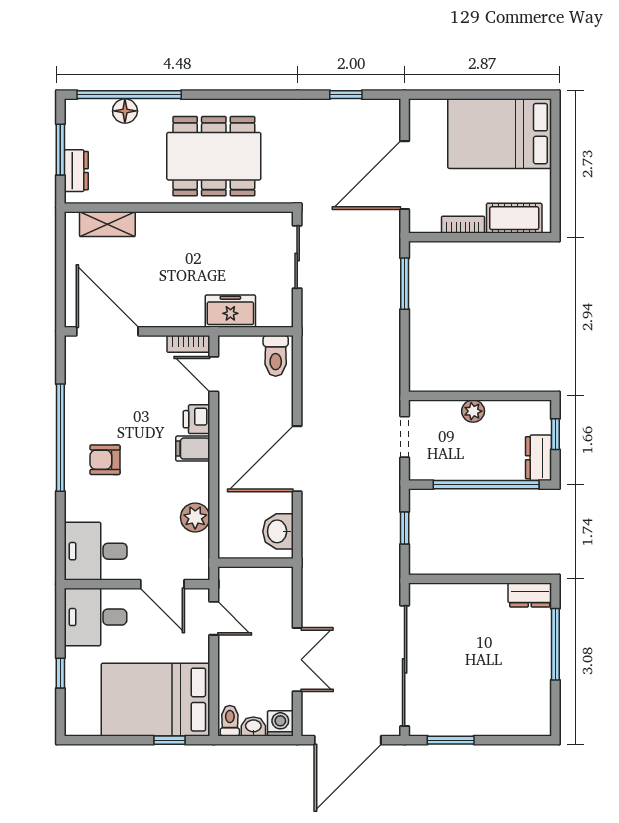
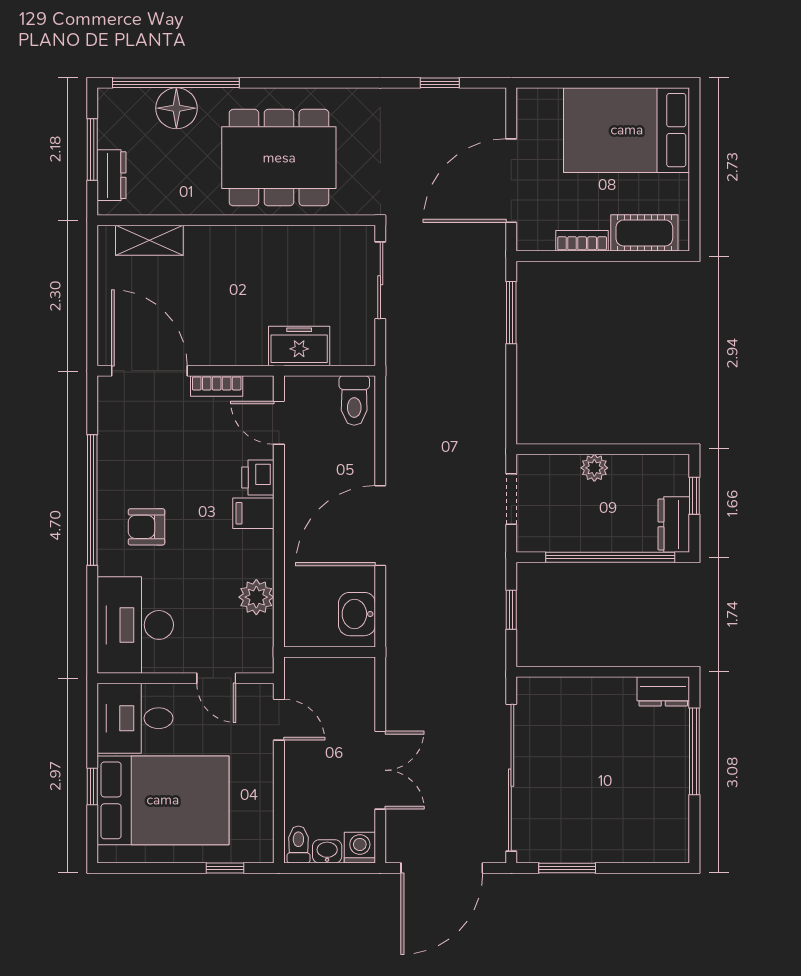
floor lamp: (125, 111) -> (176, 108), width x1.38, depth x1.38
bookcase: (188, 344) -> (217, 386), moved
desk: (96, 551) -> (135, 625), width x1.37
door: (162, 584) -> (216, 678), width x0.73
bed: (156, 700) -> (163, 800), moved, turned 180

